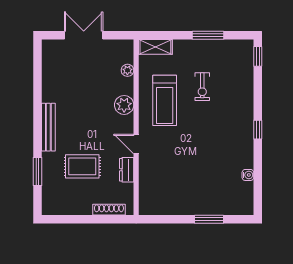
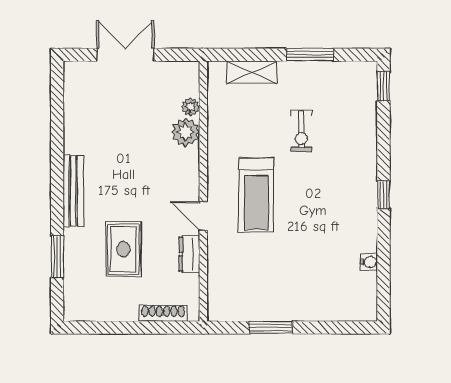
shelving: (155, 47) -> (252, 72), moved
treadmill: (165, 100) -> (256, 195), moved
plant: (124, 105) -> (185, 132), moved
rug: (82, 166) -> (123, 249), turned 90
window: (209, 219) -> (271, 328), moved

